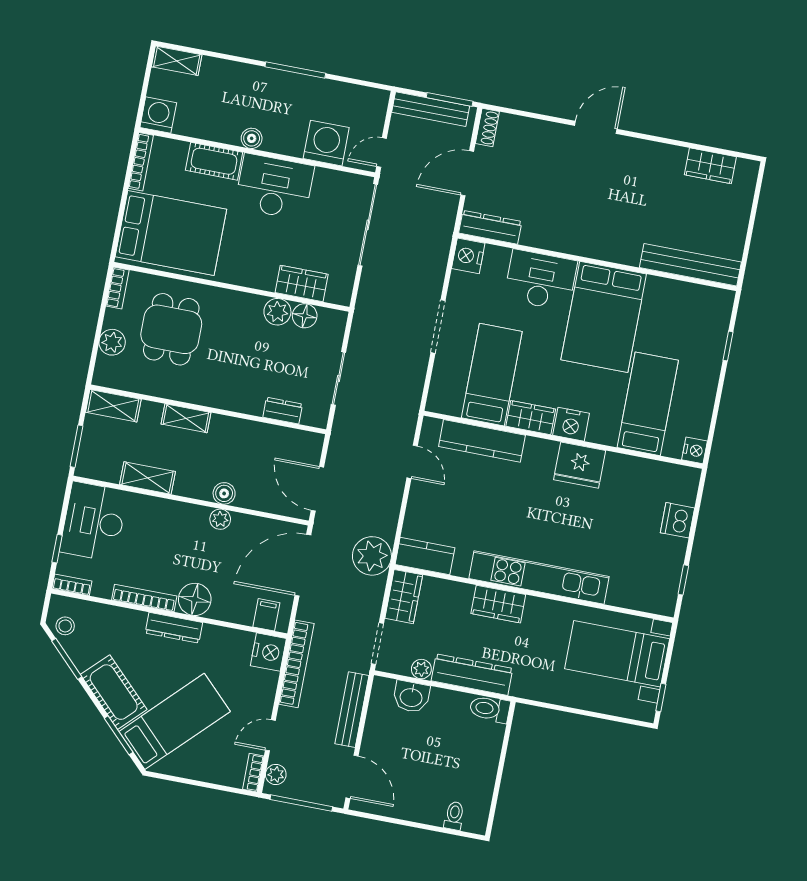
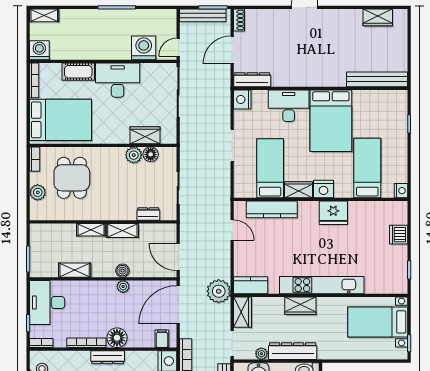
boiler: (252, 138) -> (98, 54), removed
shelving: (113, 406) -> (122, 230), moved

